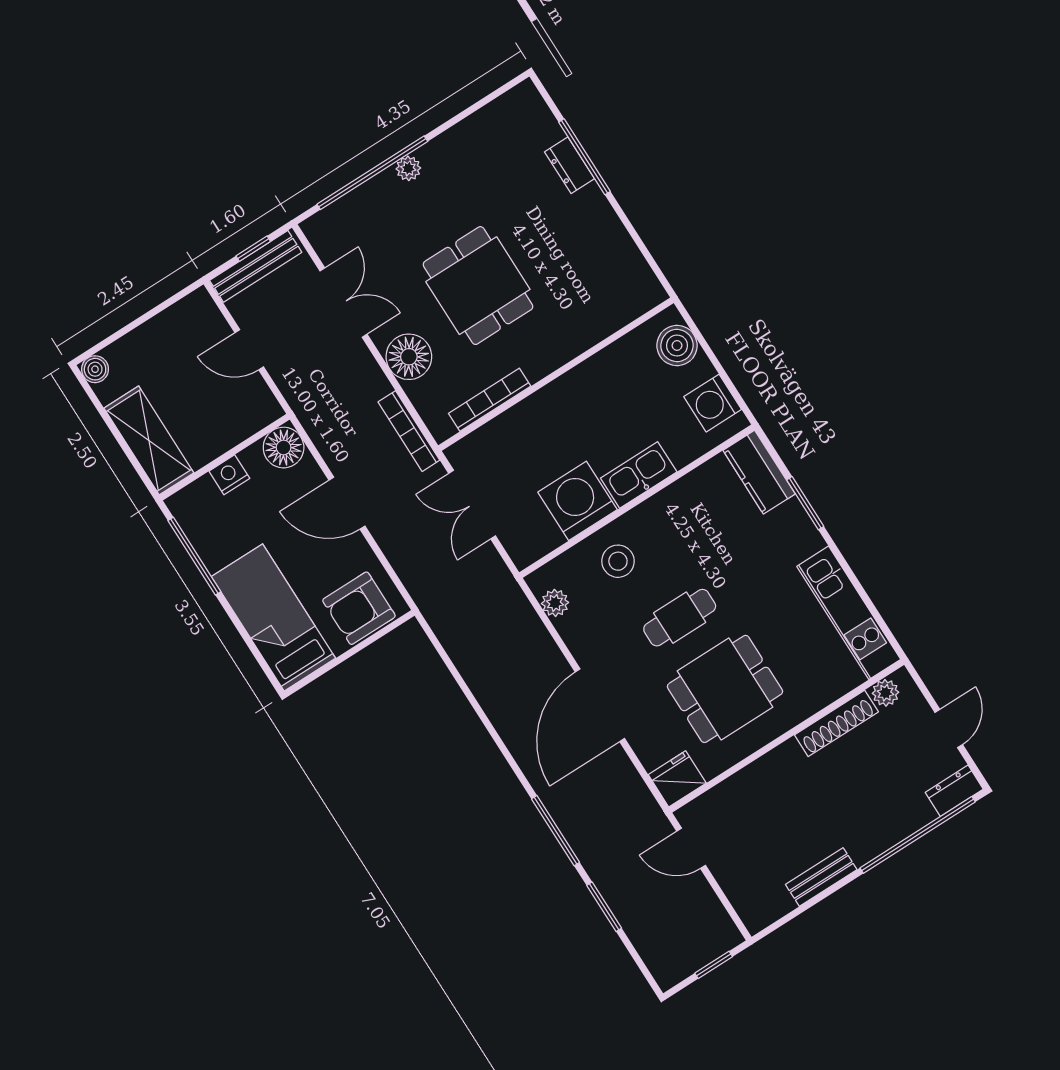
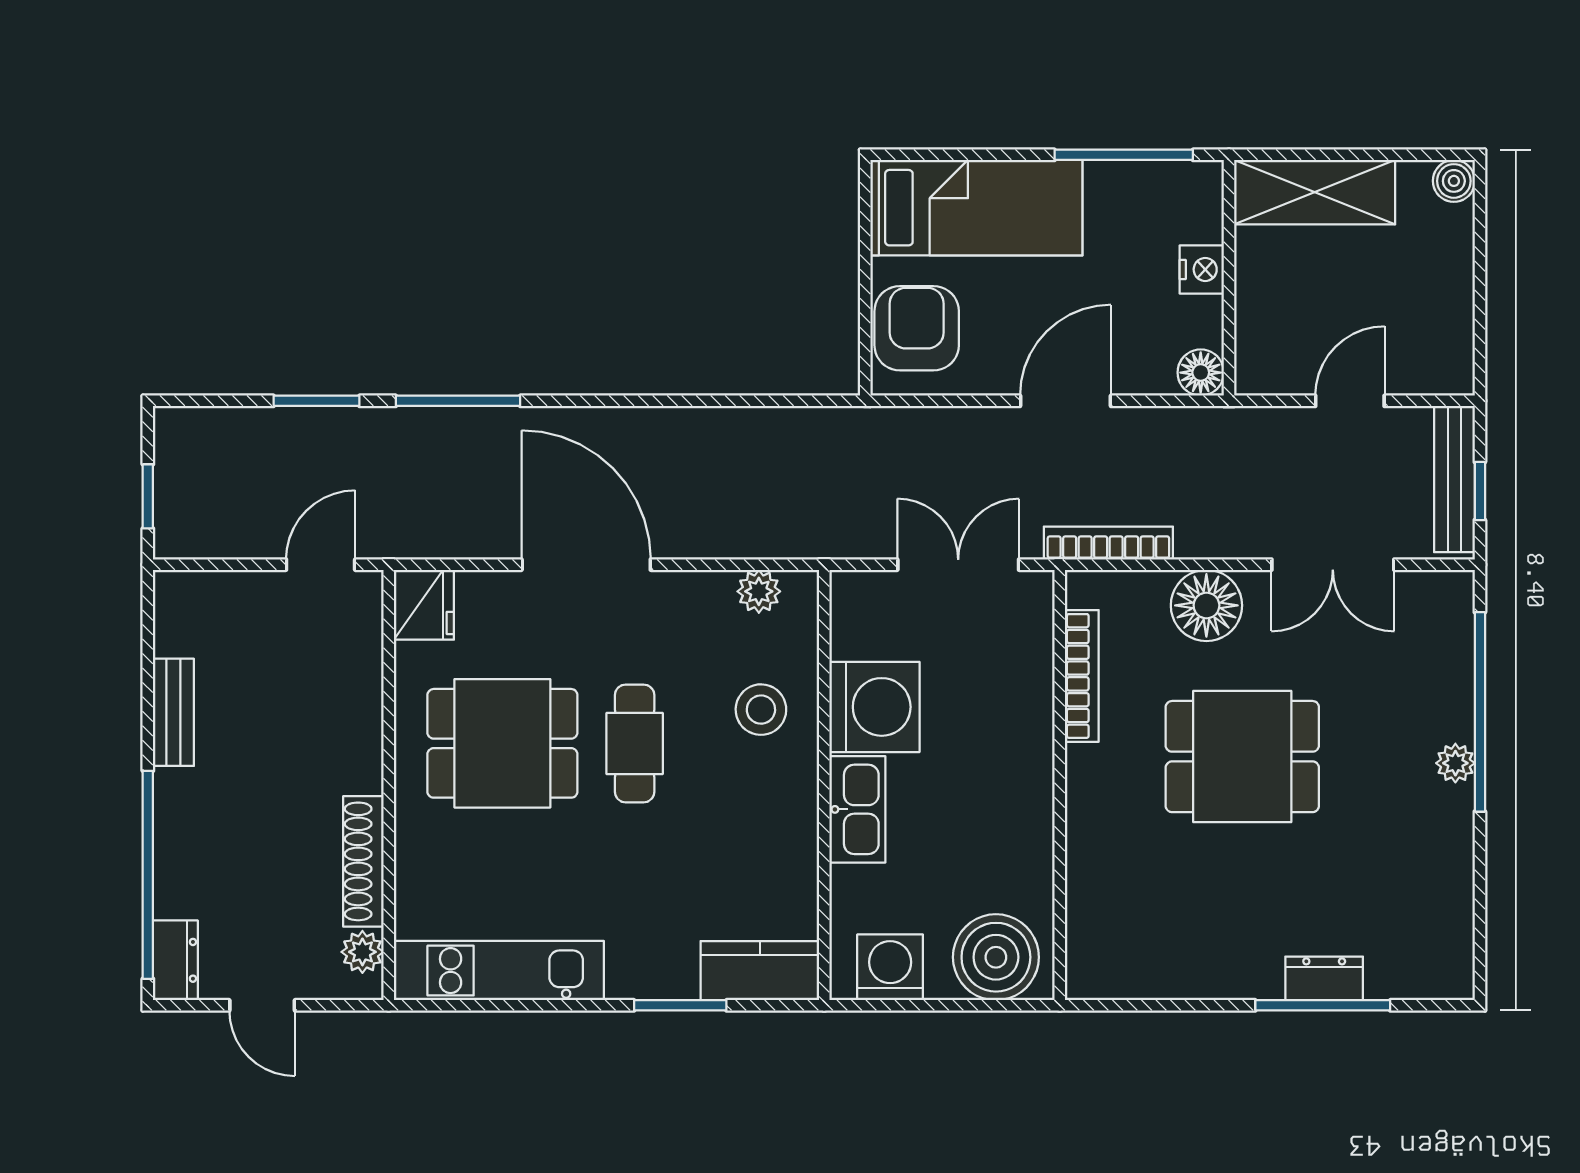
boiler: (677, 345) -> (996, 957), width x1.37, depth x1.37
floor lamp: (284, 448) -> (1201, 373), width x0.73, depth x0.73
dining table: (725, 689) -> (502, 743), turned 90

